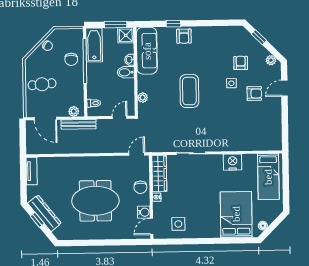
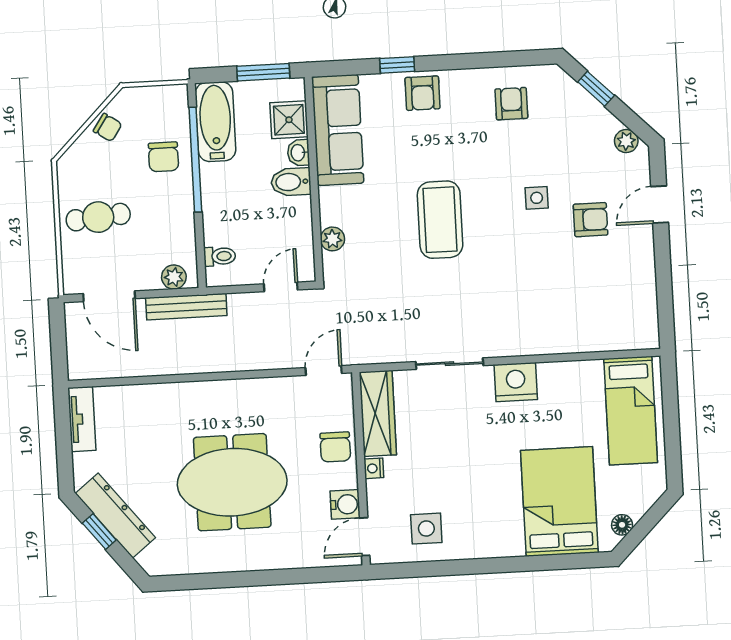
shower: (126, 35) -> (289, 120), moved
armchair: (241, 63) -> (511, 104), moved
nightstand: (233, 162) -> (516, 382), moved

